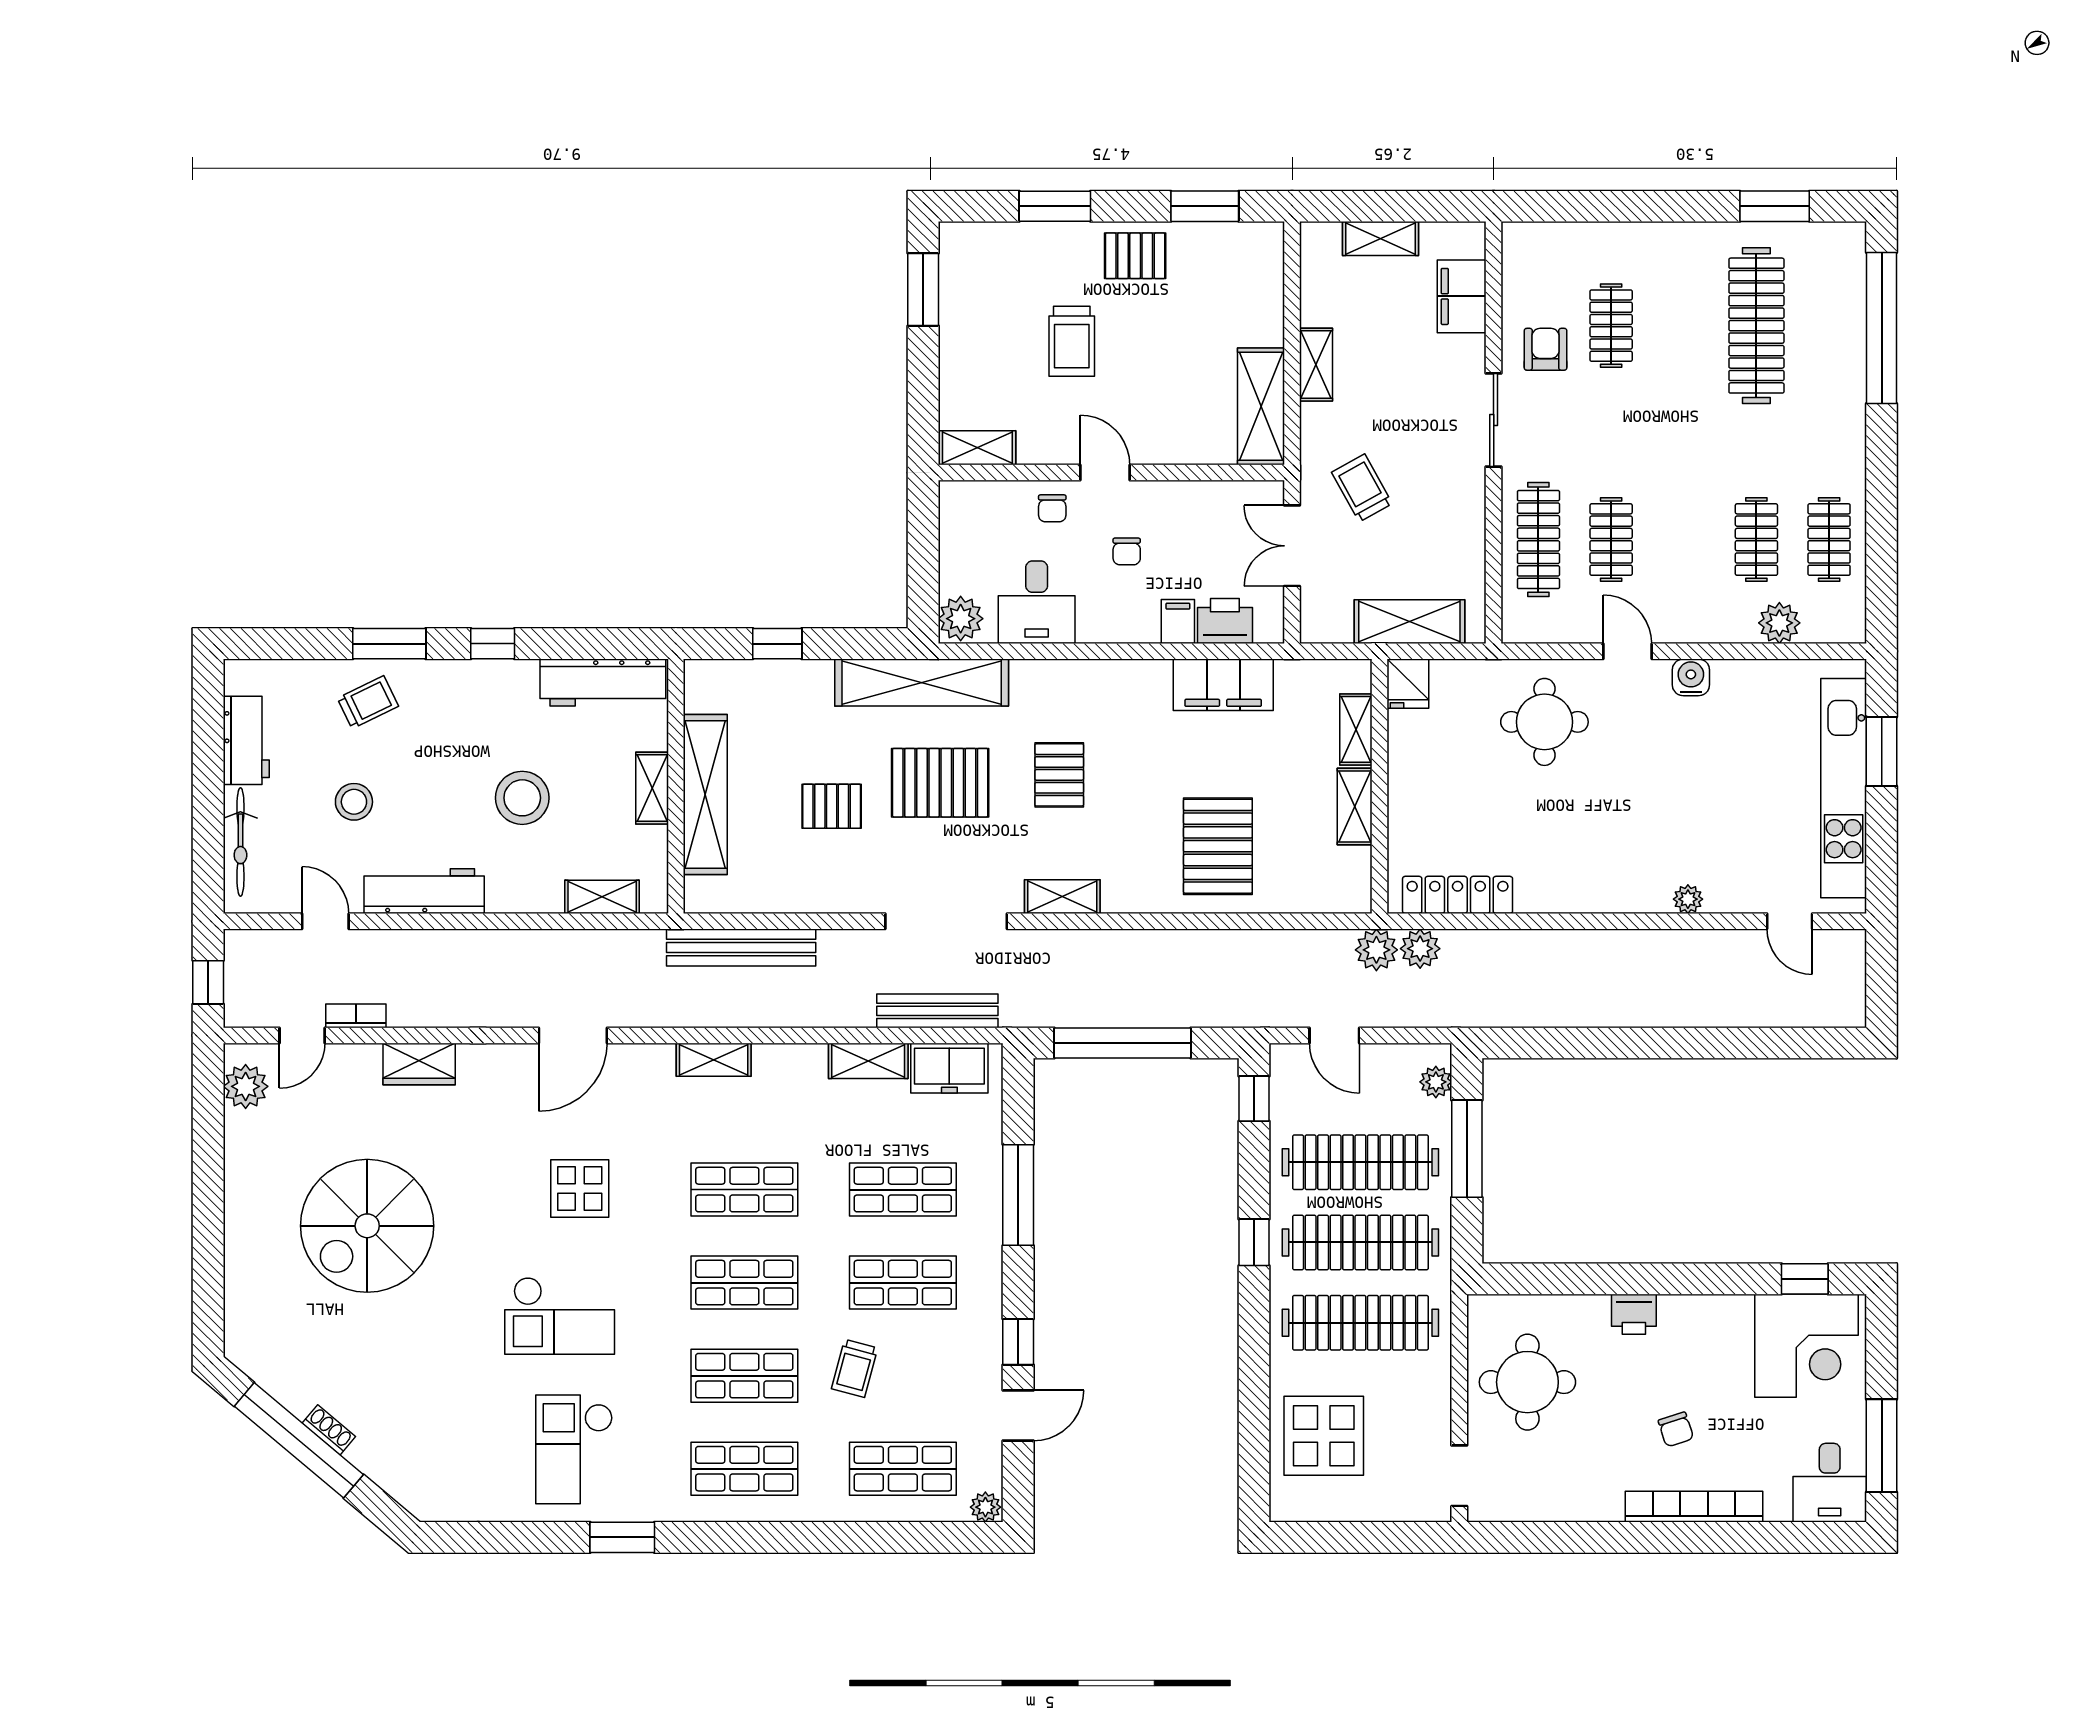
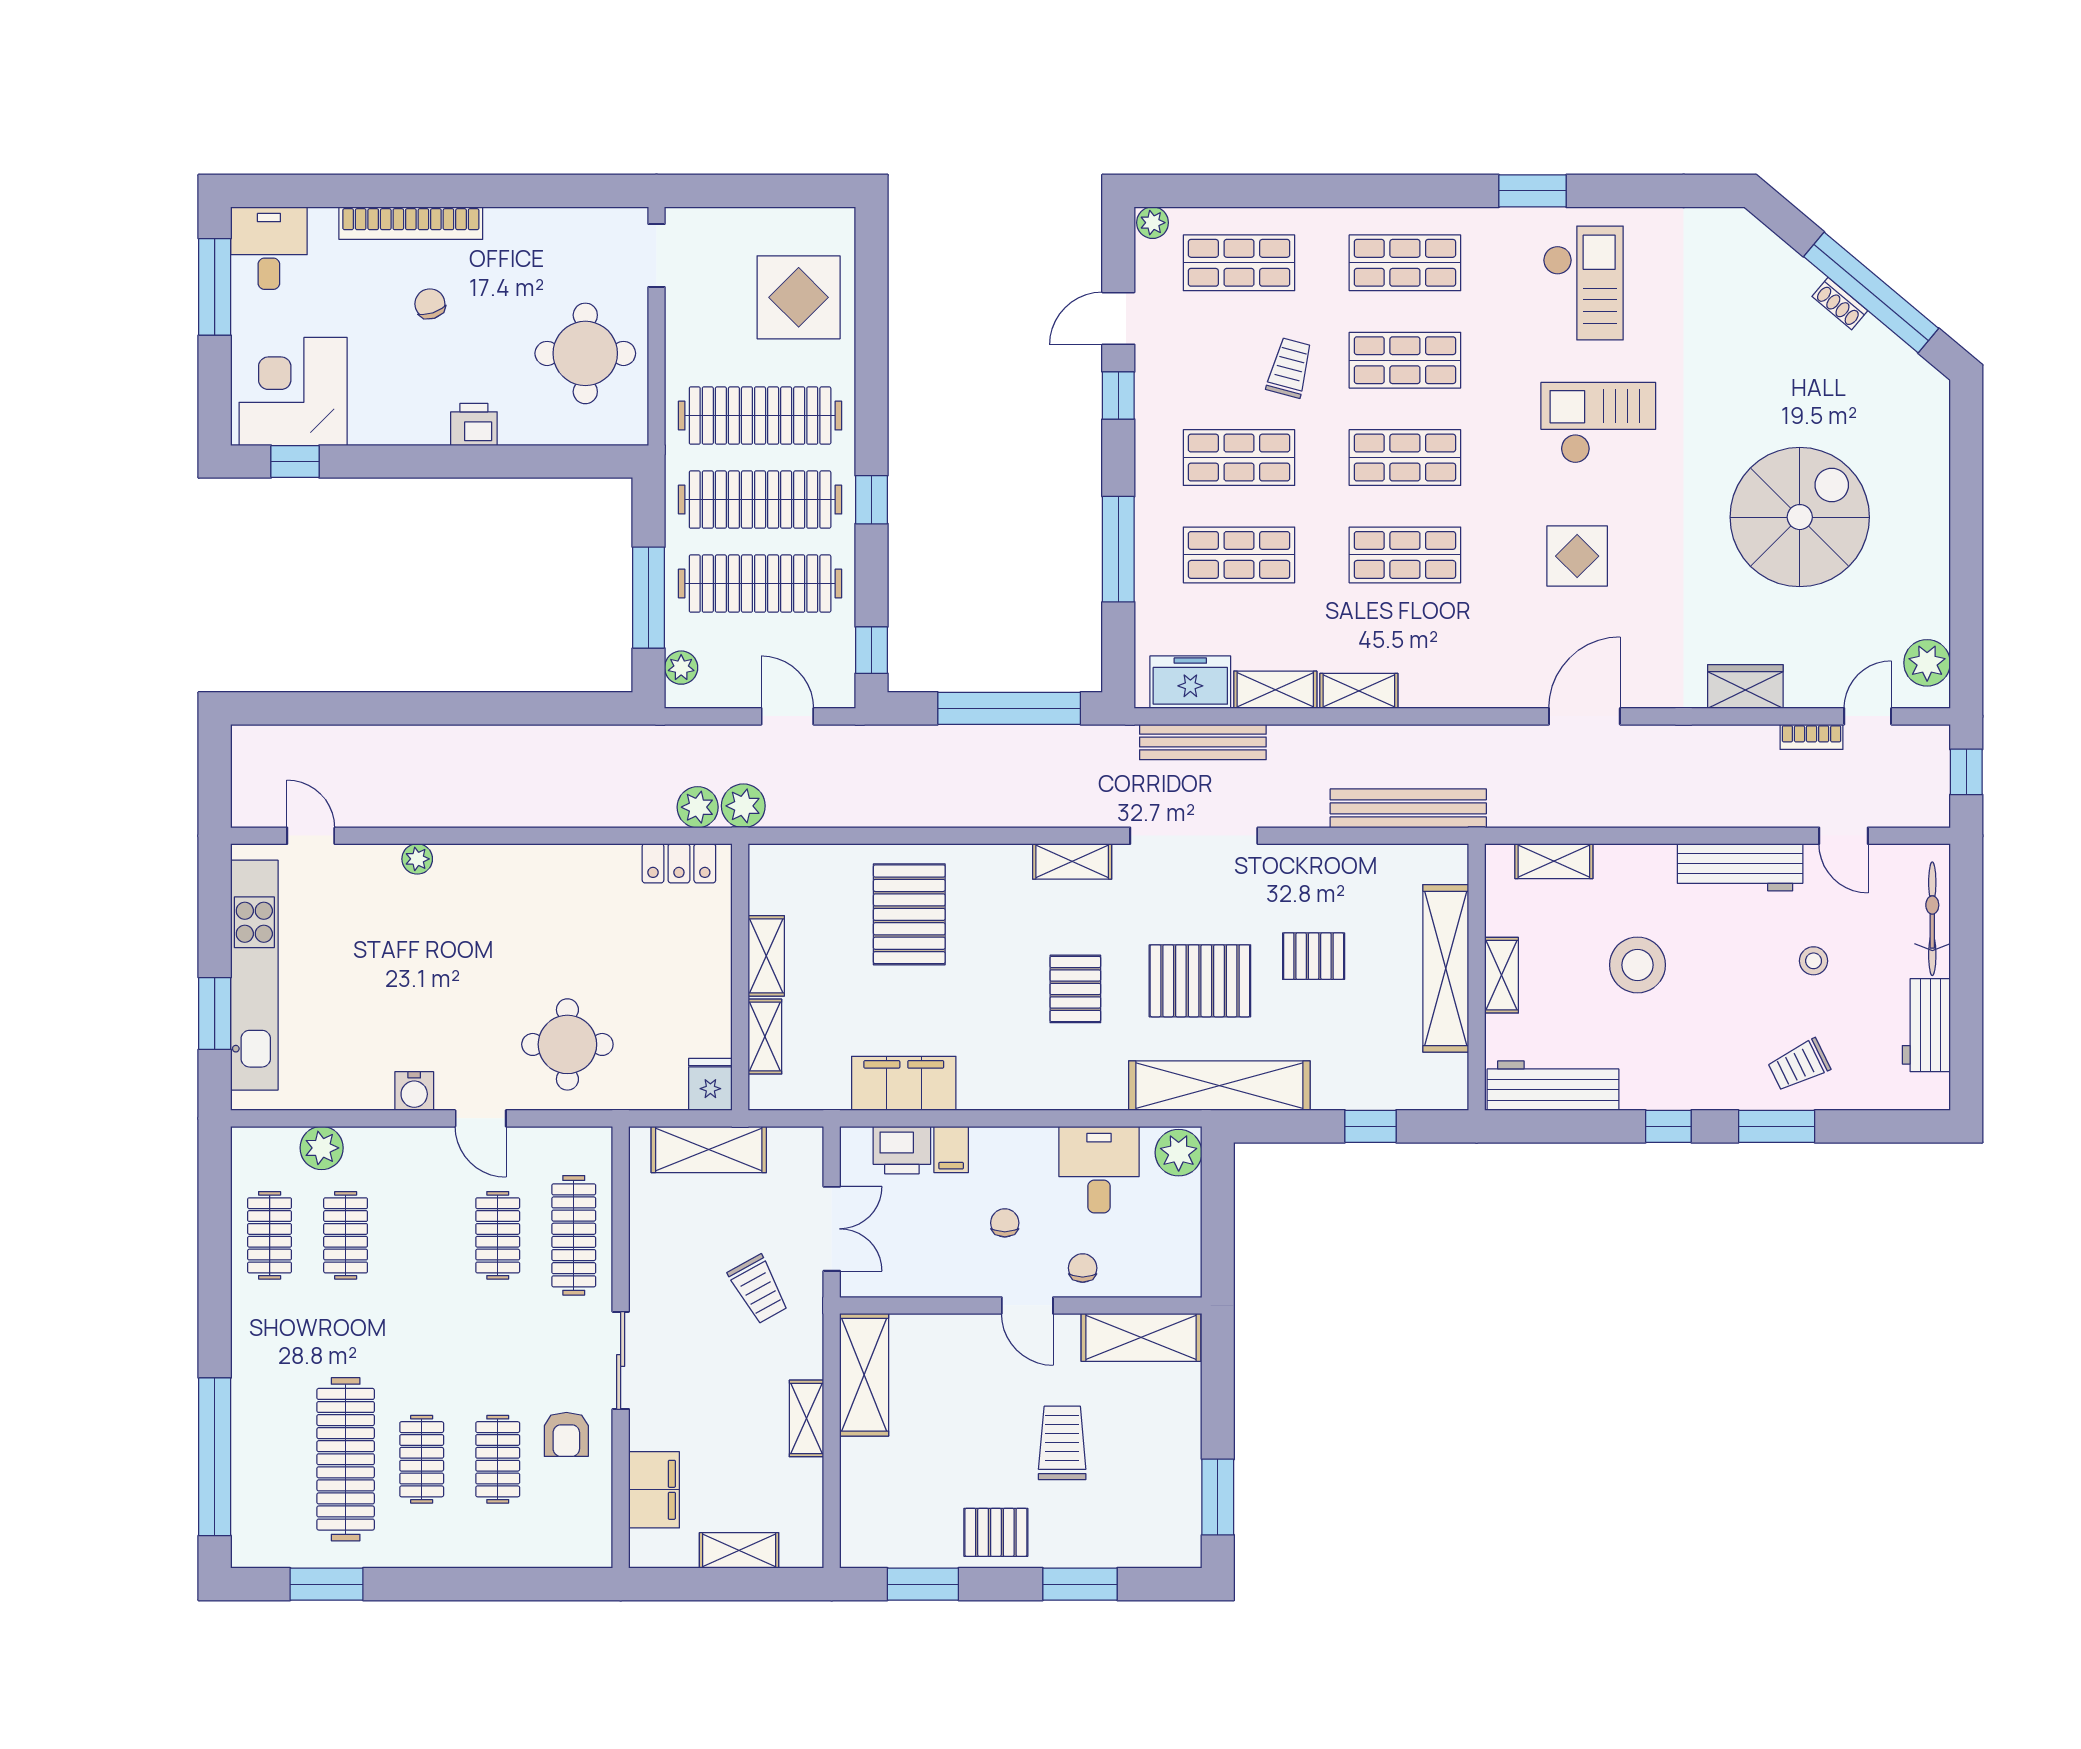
clothes rail: (1684, 326) -> (422, 1459), added
shelving: (977, 448) -> (1141, 1337), width x1.50, depth x1.33
stool: (354, 802) -> (1814, 961), width x0.73, depth x0.73
locker: (1458, 895) -> (679, 863), width x0.66
shelving: (714, 1060) -> (1359, 691), moved

